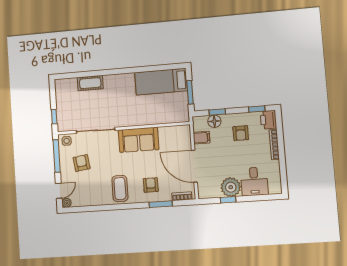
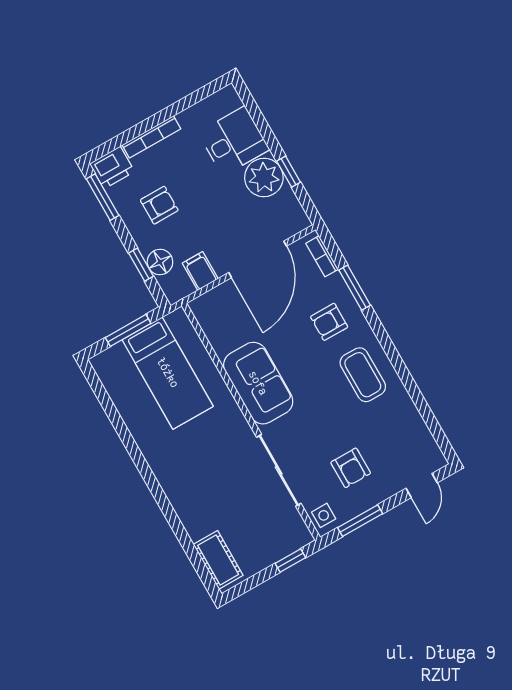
bed: (161, 82) -> (168, 373), moved
cot: (90, 83) -> (218, 560), moved
window: (257, 109) -> (103, 197), width x1.50
window: (57, 156) -> (360, 521), width x0.69
armchair: (82, 163) -> (351, 468), turned -82
coffee table: (120, 189) -> (363, 375), turned 90
door: (59, 191) -> (422, 486), swing flipped
plant: (67, 203) -> (436, 460), removed

